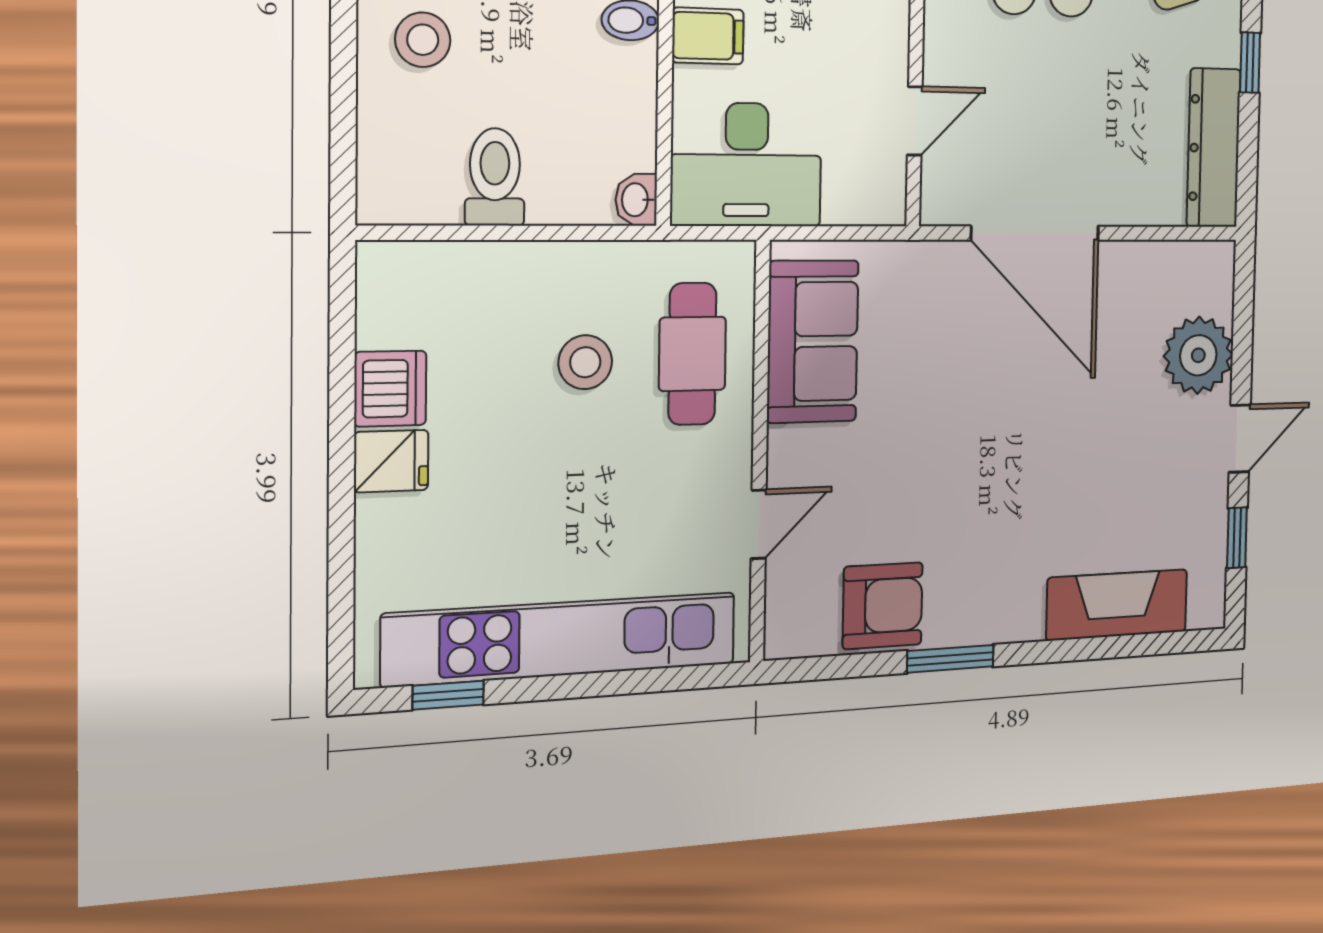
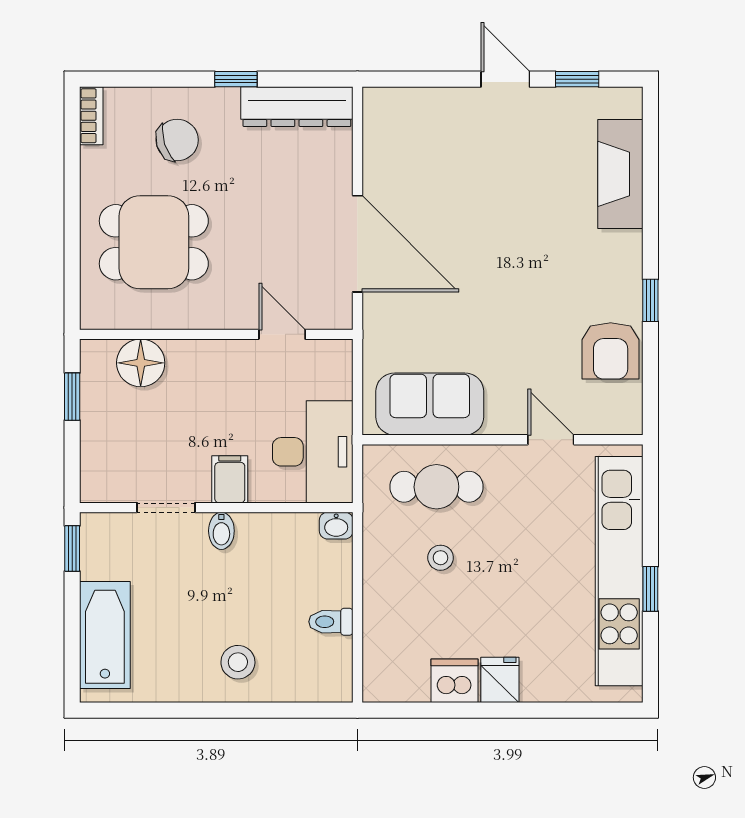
toilet: (495, 177) -> (331, 622), width x0.73, depth x0.72
door: (1035, 233) -> (357, 244), hinge flipped
plant: (1198, 355) -> (444, 114), removed
stool: (585, 362) -> (441, 558), width x0.73, depth x0.73
armchair: (883, 606) -> (611, 351), turned 180
window: (950, 659) -> (650, 300), width x0.67
window: (448, 695) -> (650, 589), moved

